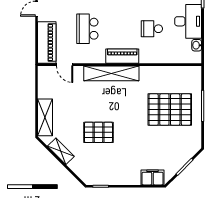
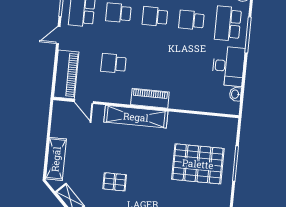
school desk: (87, 29) -> (114, 63), width x0.54
school desk: (152, 29) -> (186, 71), removed
pallet: (98, 132) -> (115, 182), width x0.67, depth x0.71

